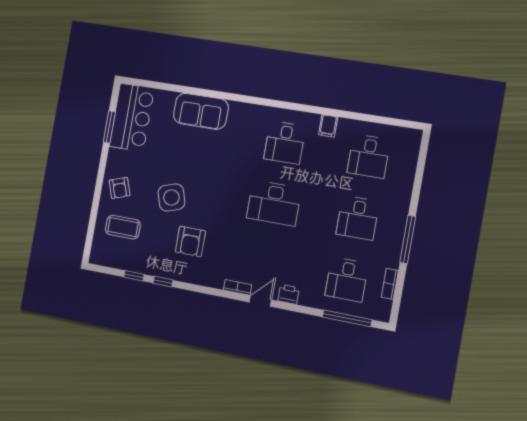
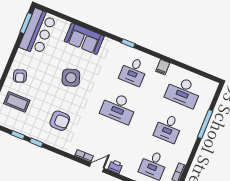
window: (267, 102) -> (128, 43), added
window: (109, 127) -> (26, 23), moved
desk: (369, 156) -> (183, 92), width x1.37
side table: (171, 197) -> (71, 78), moved
window: (408, 239) -> (205, 124), moved
armchair: (190, 241) -> (60, 121), turned -90

